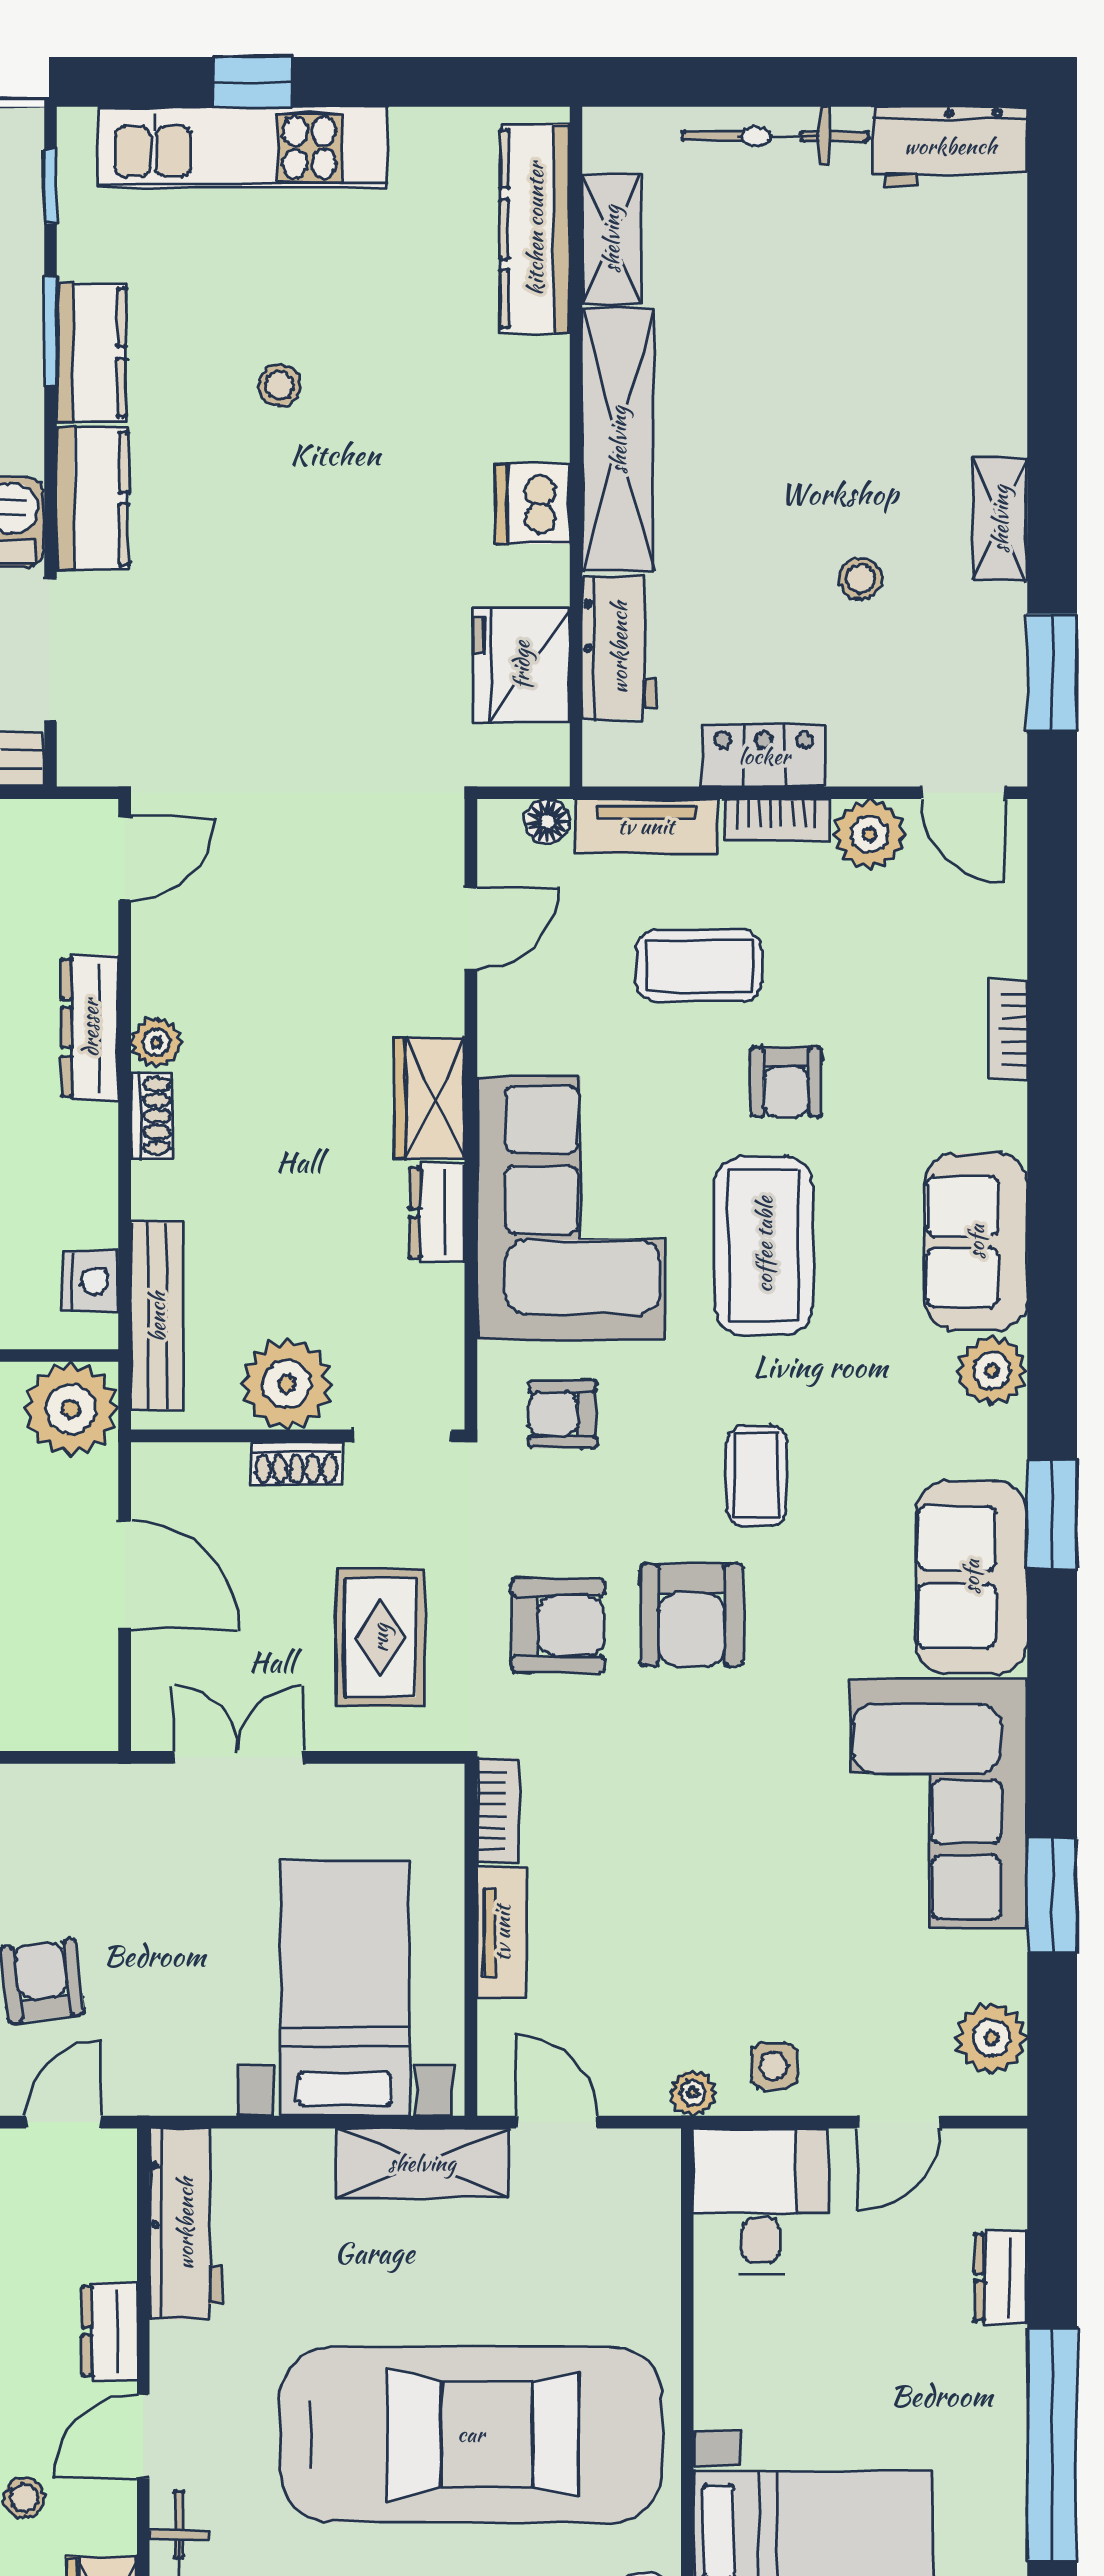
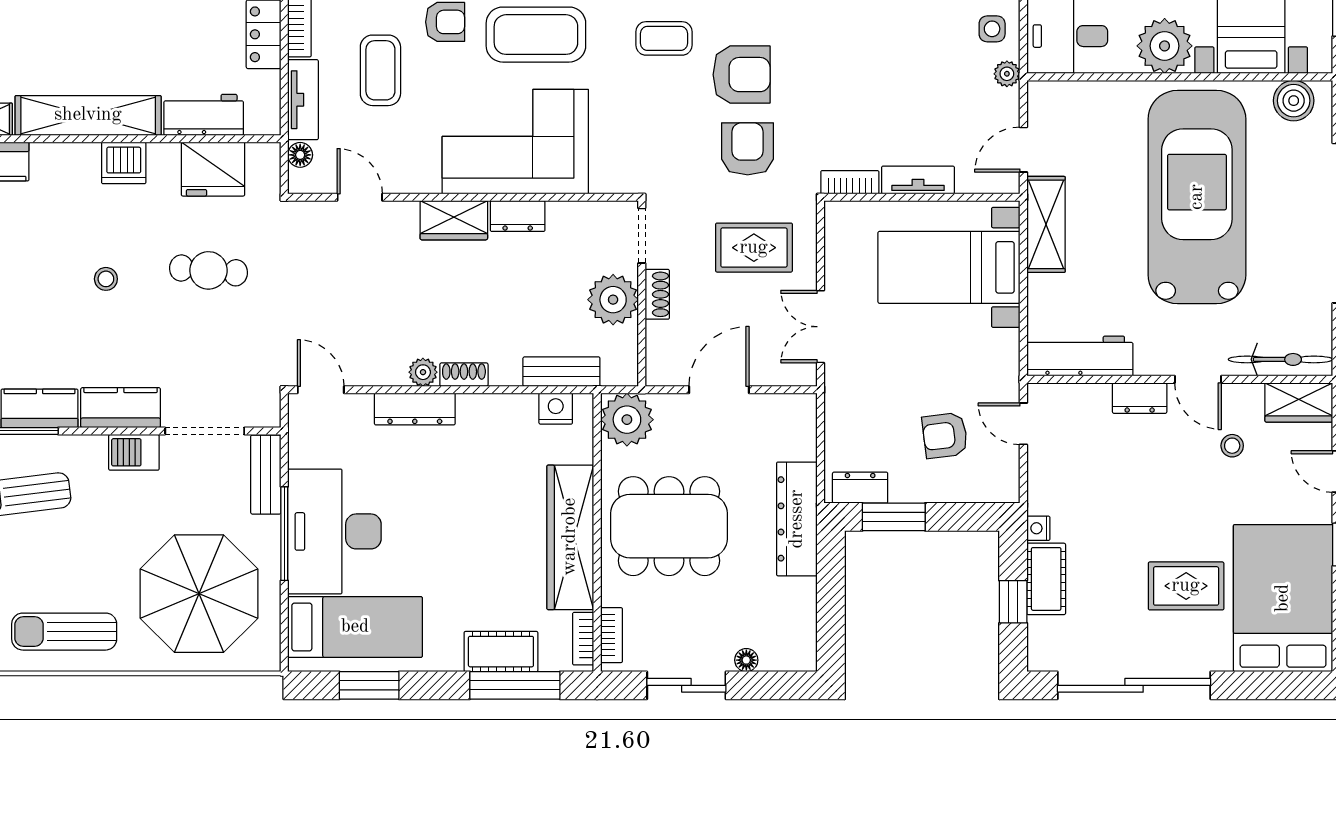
stool: (280, 385) -> (106, 279), moved
cafe table: (339, 656) -> (209, 270), added
bench: (157, 1317) -> (561, 372), width x0.73
armchair: (563, 1414) -> (630, 146), removed
plant: (743, 2376) -> (1165, 46), added

